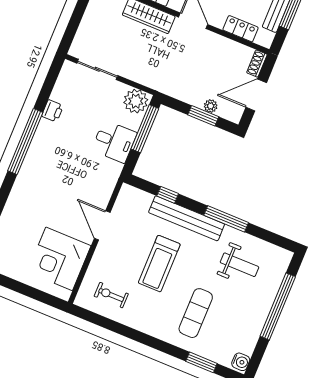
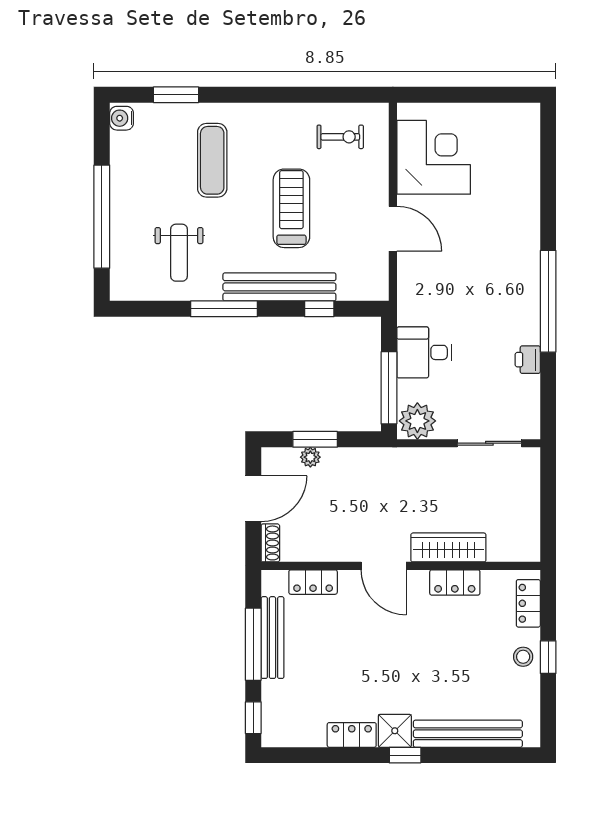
weight bench: (239, 265) -> (179, 253), turned -90

